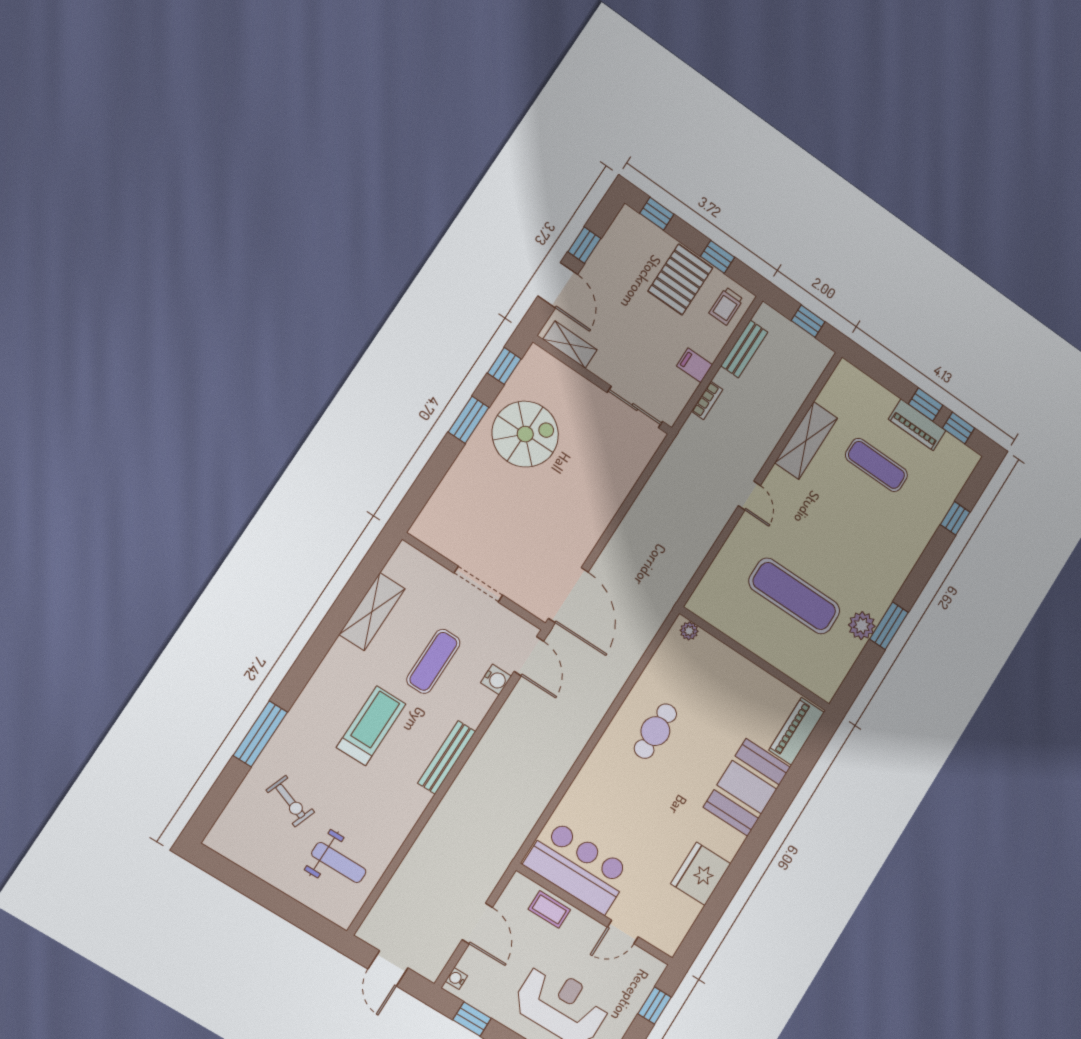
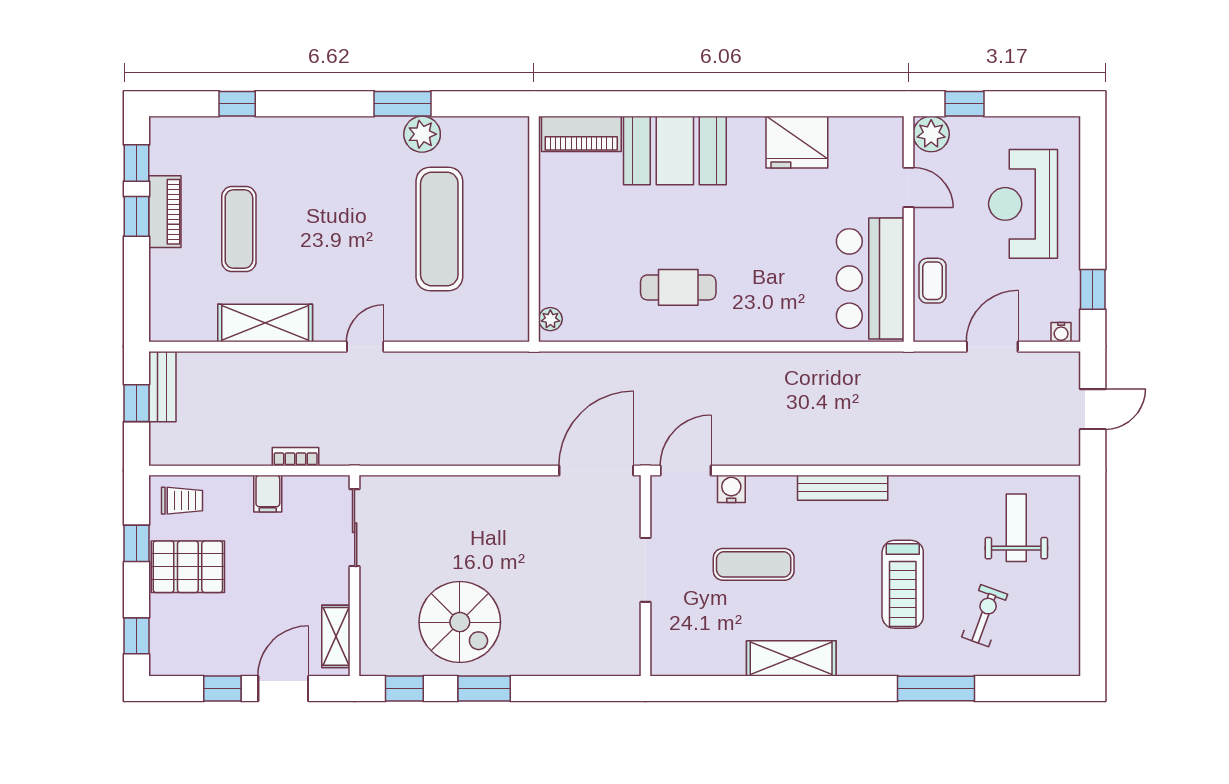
bench: (744, 349) -> (162, 387), moved, turned 90
spiral stairs: (525, 434) -> (460, 622), turned 180
shelving: (372, 612) -> (791, 658), moved
treadmill: (371, 726) -> (903, 584), moved, turned -90
plant: (649, 970) -> (931, 134), added

